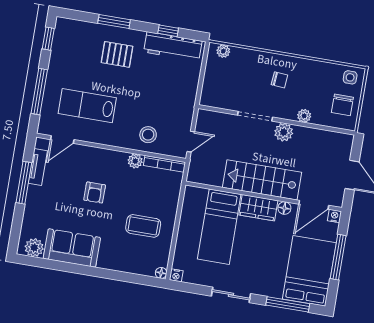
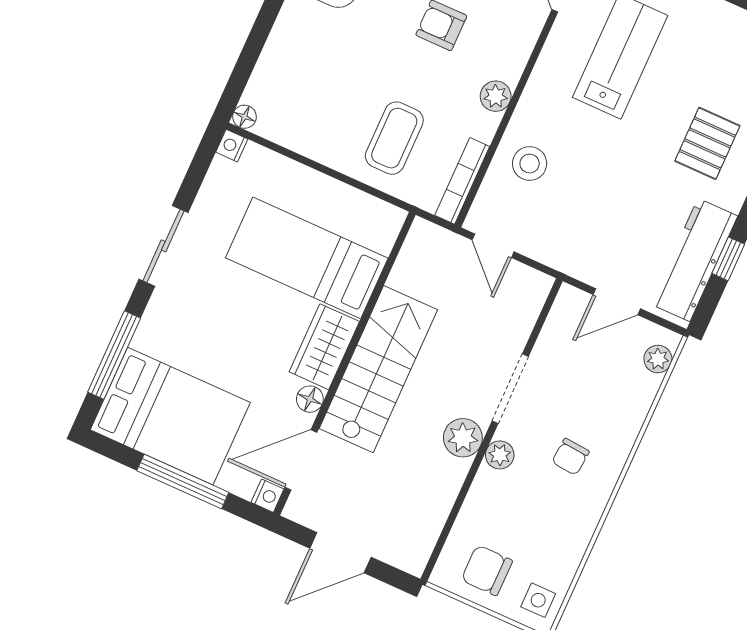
door: (202, 77) -> (617, 302), added
plant: (304, 116) -> (500, 455), moved
plant: (135, 161) -> (496, 96), moved
door: (314, 205) -> (301, 460), hinge flipped
coffee table: (143, 226) -> (394, 138), moved

